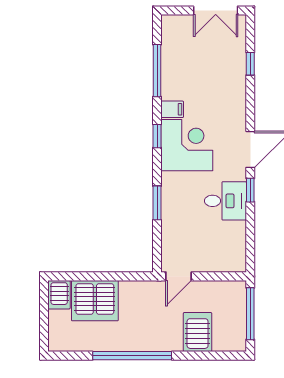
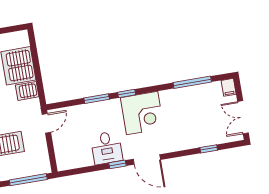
filing cabinet: (172, 109) -> (229, 87), moved
window: (157, 136) -> (127, 94), moved
door: (179, 276) -> (46, 123), swing flipped
server rack: (59, 295) -> (27, 91), moved

